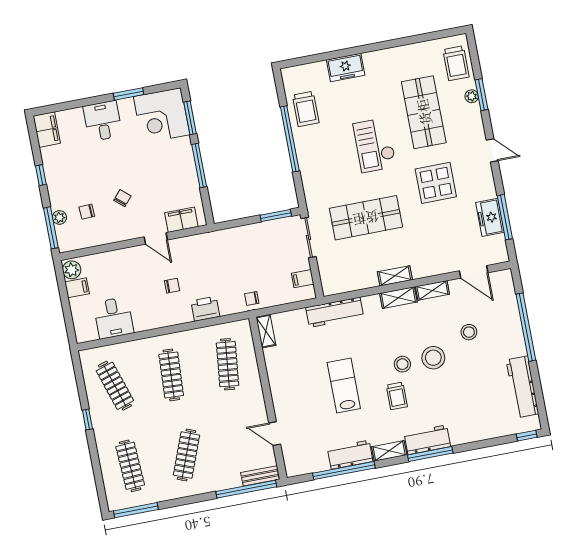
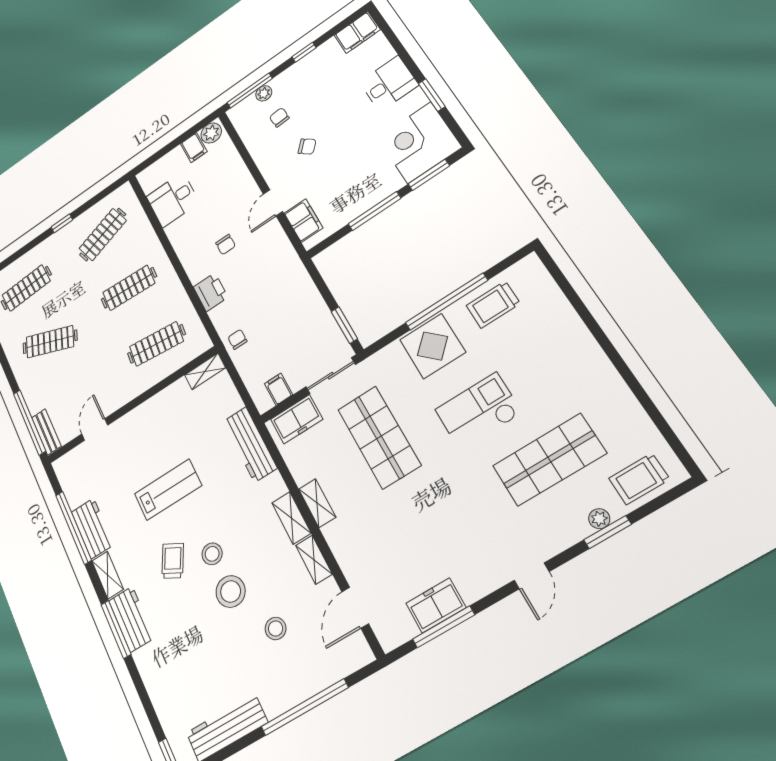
freezer: (346, 67) -> (297, 419), moved, turned -90
display table: (436, 183) -> (433, 346), moved
trolley: (397, 396) -> (173, 561), turned 118

